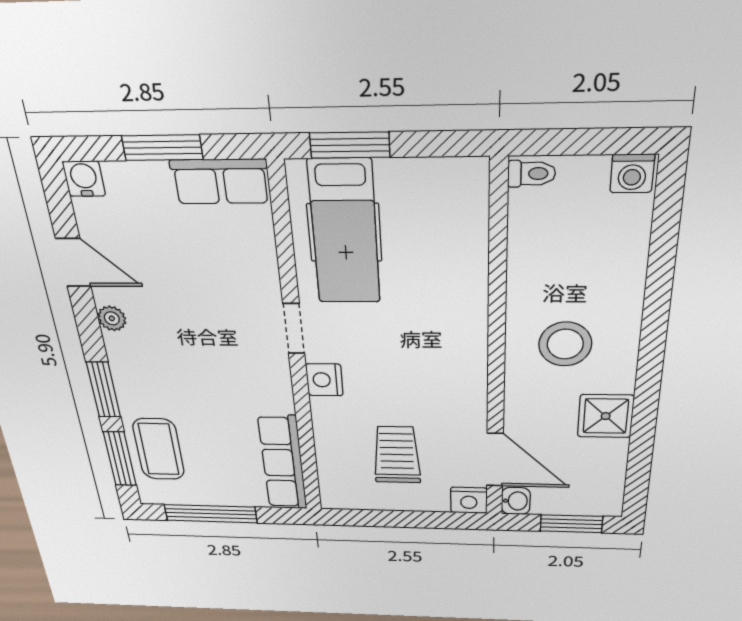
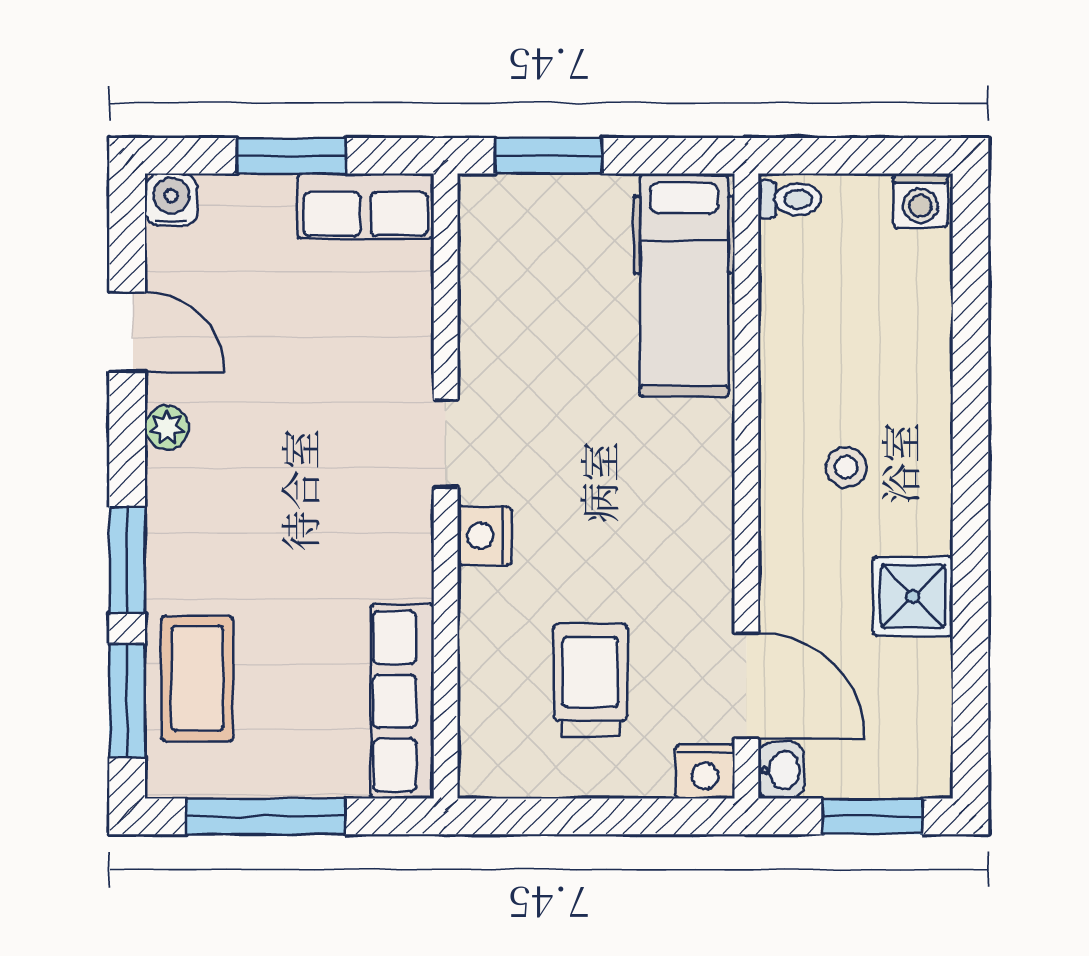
hospital bed: (344, 233) -> (684, 285), moved
stool: (565, 344) -> (846, 467), width x0.53, depth x0.53

